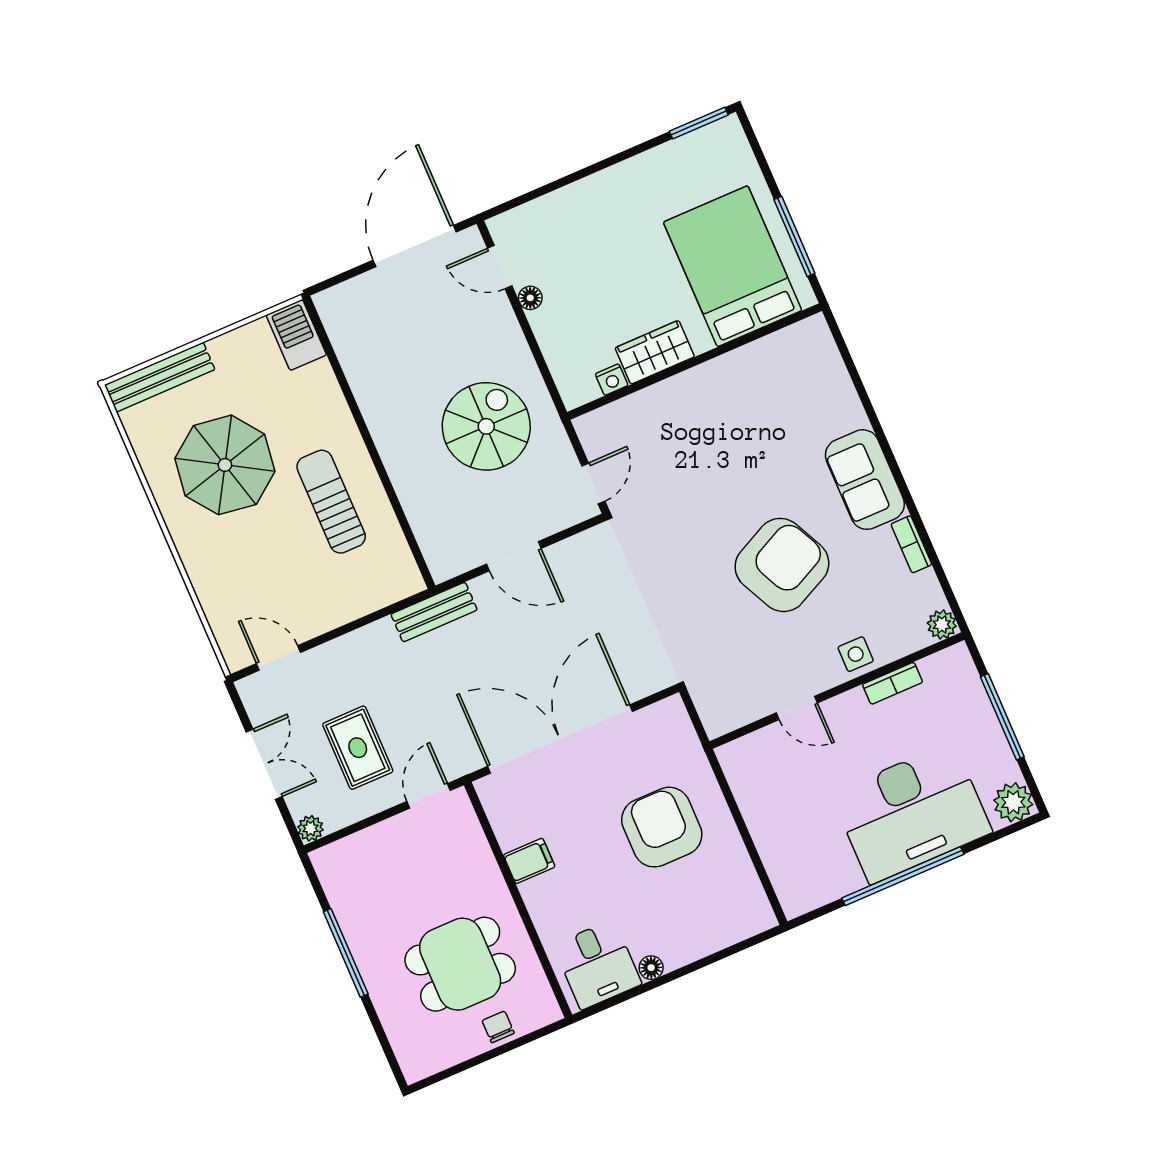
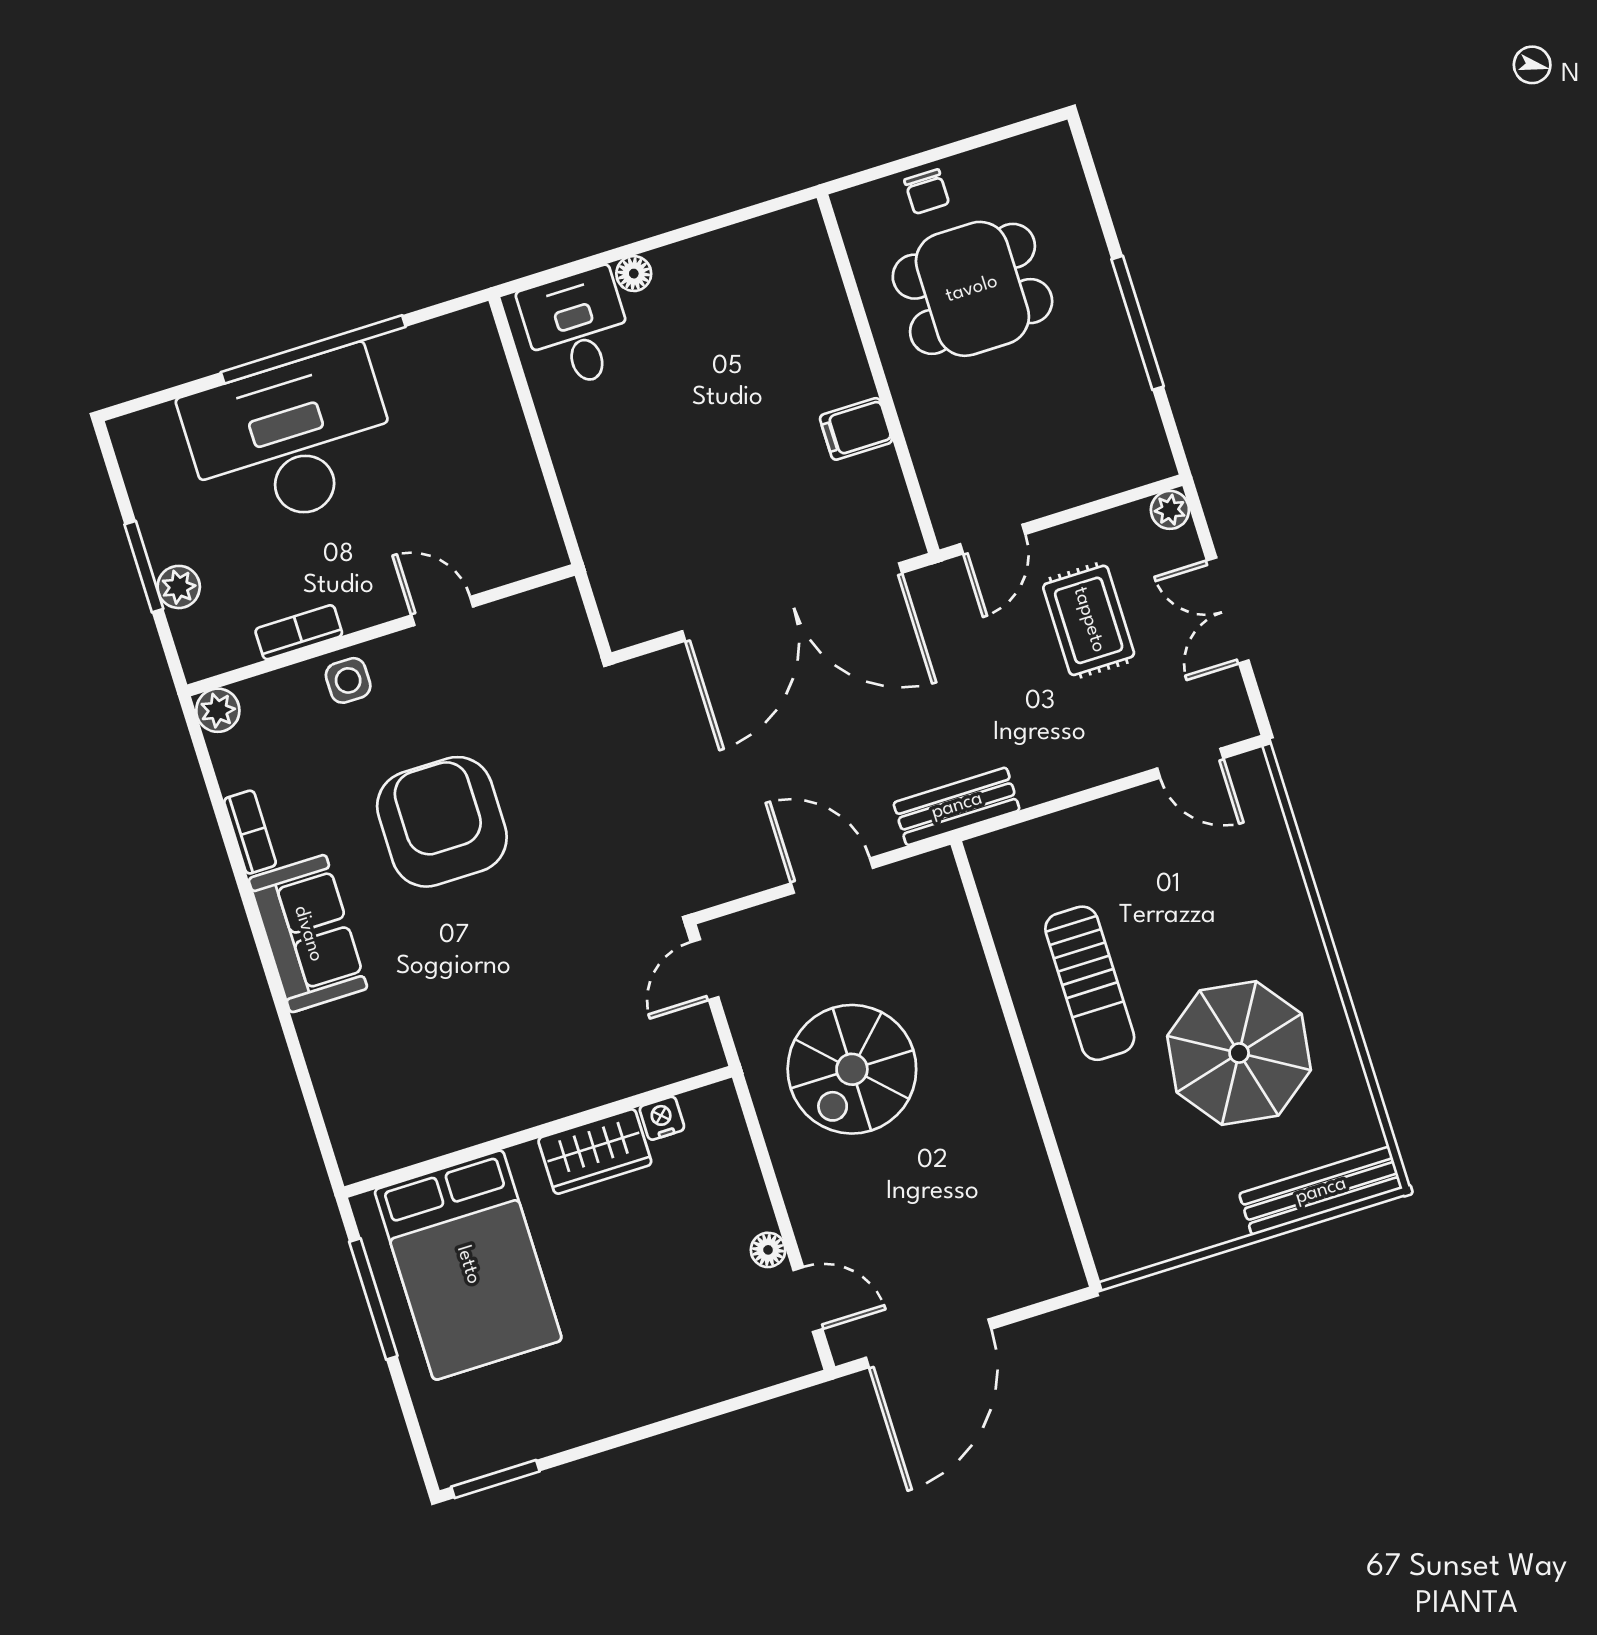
barbecue: (296, 335) -> (1115, 1232), removed
armchair: (782, 565) -> (442, 822), turned 116
window: (1002, 717) -> (144, 567), width x0.69
plant: (1013, 802) -> (179, 587), moved, width x0.73, depth x0.73
armchair: (662, 827) -> (657, 458), removed
desk: (597, 964) -> (577, 329), moved
floor lamp: (651, 968) -> (634, 274), moved

